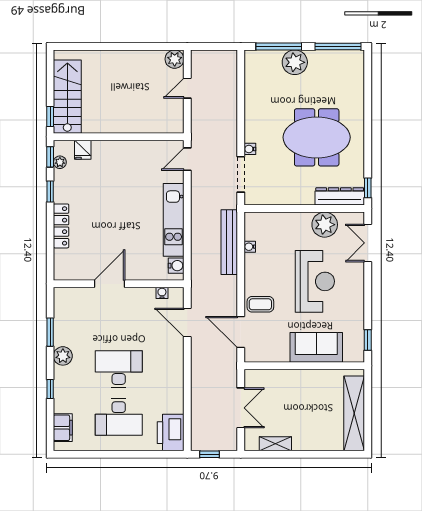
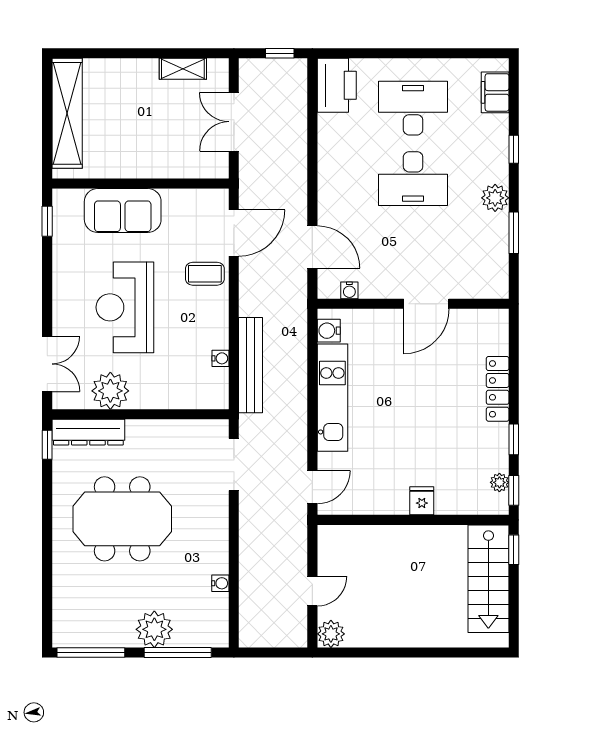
water cooler: (250, 149) -> (220, 583), moved
fridge: (83, 150) -> (422, 501), moved
door: (241, 332) -> (234, 233), hinge flipped

